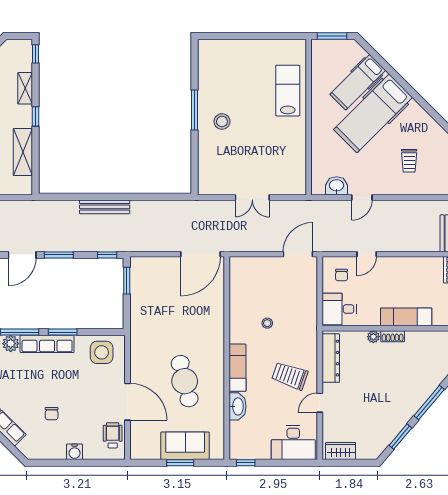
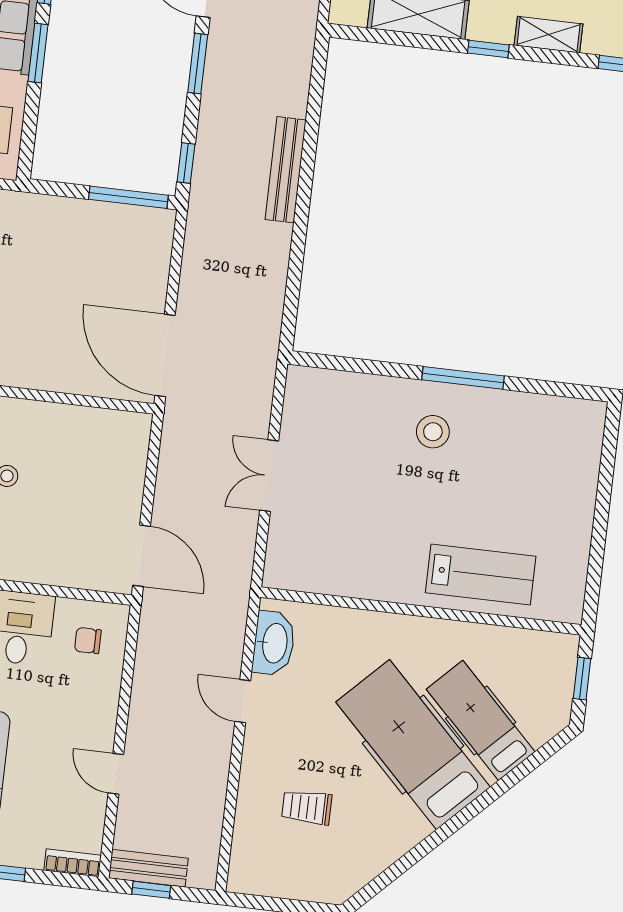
window: (332, 36) -> (582, 679), width x0.67
washbasin: (337, 186) -> (274, 643), width x1.38
door: (367, 254) -> (116, 774), moved
window: (127, 281) -> (128, 197), width x1.44

